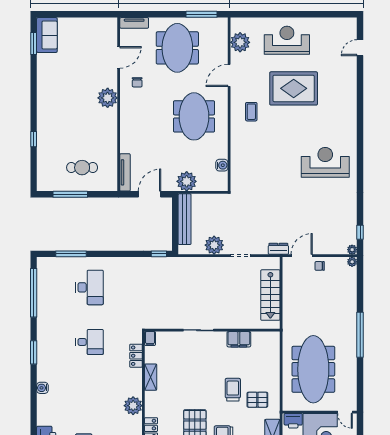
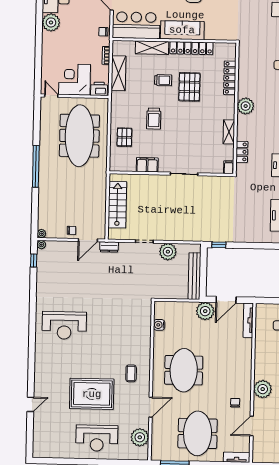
door: (360, 48) -> (30, 404), moved
plant: (187, 181) -> (205, 311), moved
pallet: (257, 400) -> (124, 137), moved, turned 90

